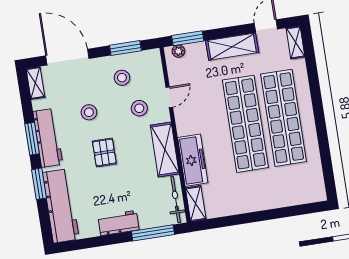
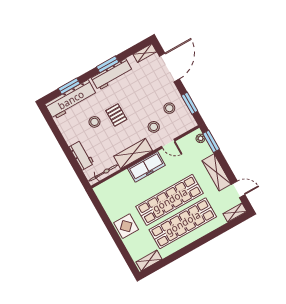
stool: (89, 112) -> (95, 122), moved
pallet: (104, 152) -> (116, 115), turned 90
freezer: (193, 160) -> (146, 167), moved
window: (39, 184) -> (69, 86), moved
display table: (259, 196) -> (126, 226), added
shelving: (196, 204) -> (149, 261), moved
workbench: (119, 223) -> (82, 155), moved
window: (153, 233) -> (76, 166), removed

